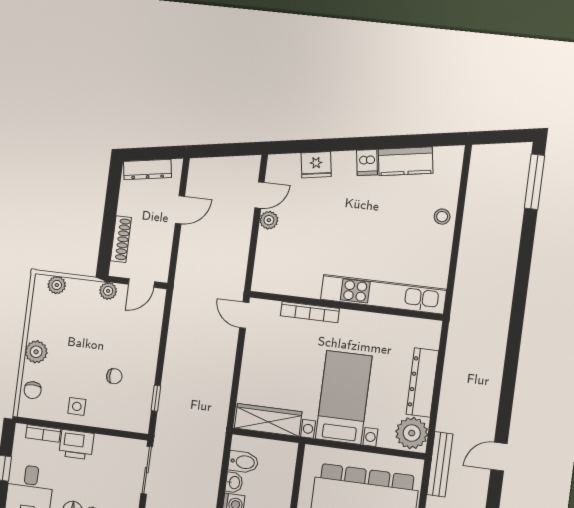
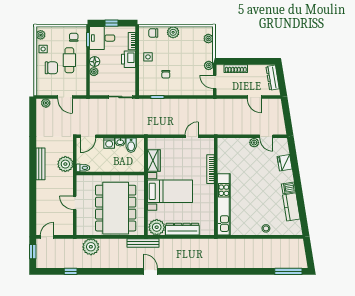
door: (244, 315) -> (192, 136), moved
wardrobe: (268, 420) -> (154, 161), width x0.67

